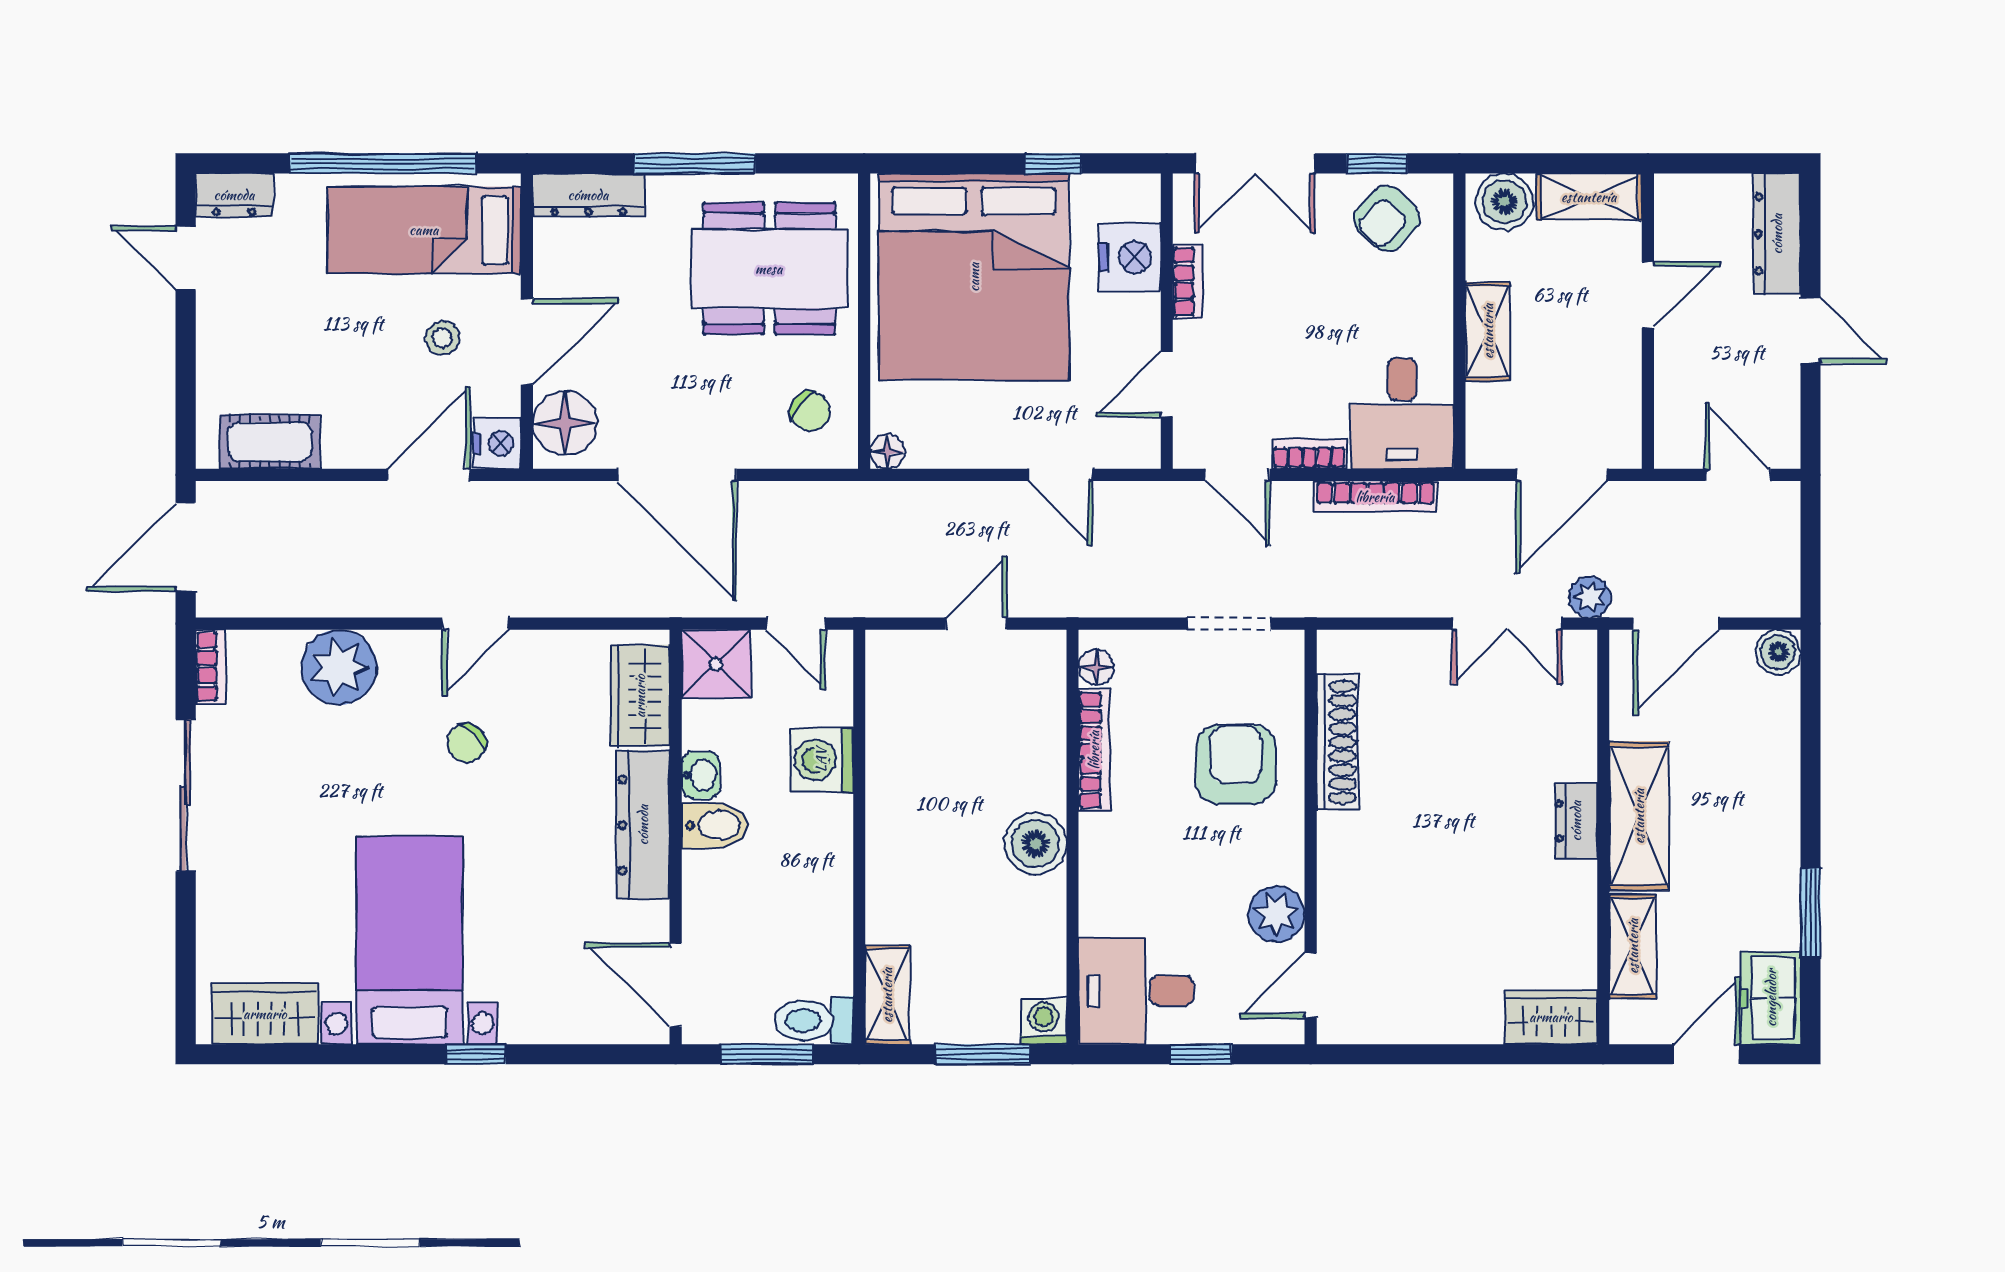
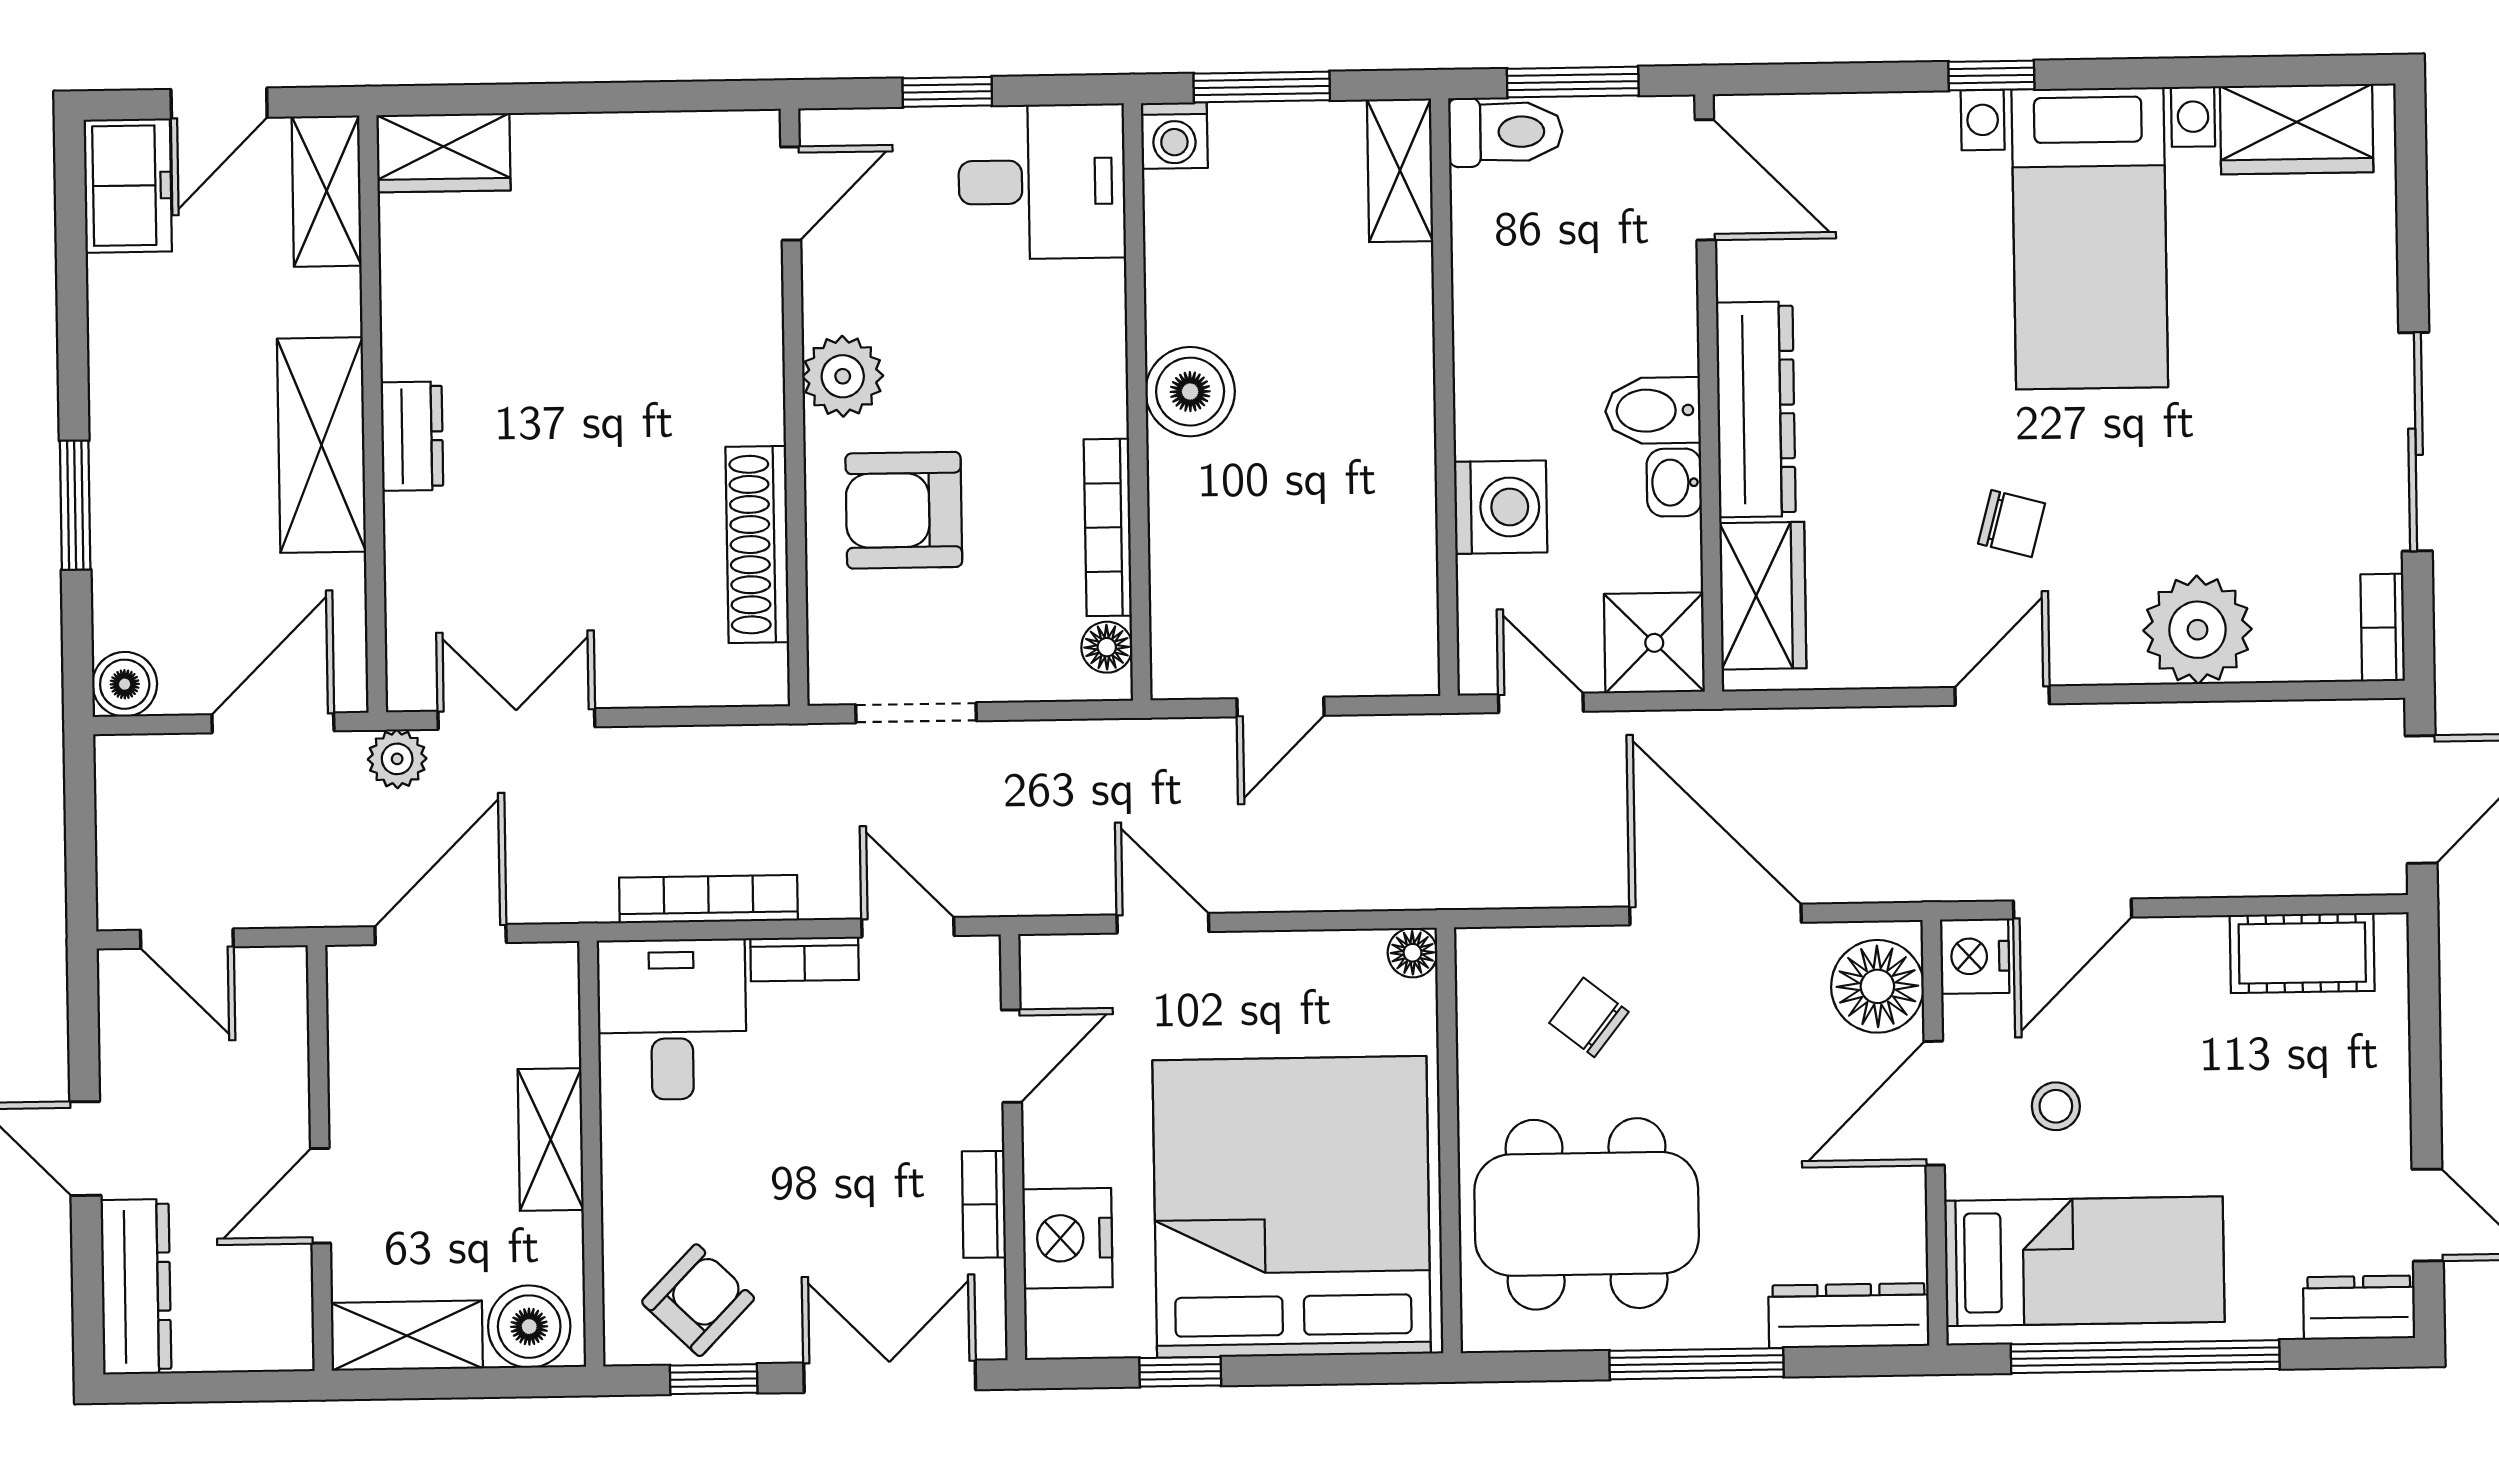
chair: (810, 411) -> (1589, 1017), moved
chair: (467, 743) -> (2012, 524), turned 60
armchair: (1236, 764) -> (904, 510), turned 90
window: (1811, 913) -> (75, 505), moved
plant: (1276, 914) -> (843, 376), moved
shelving: (1633, 946) -> (327, 191), moved

